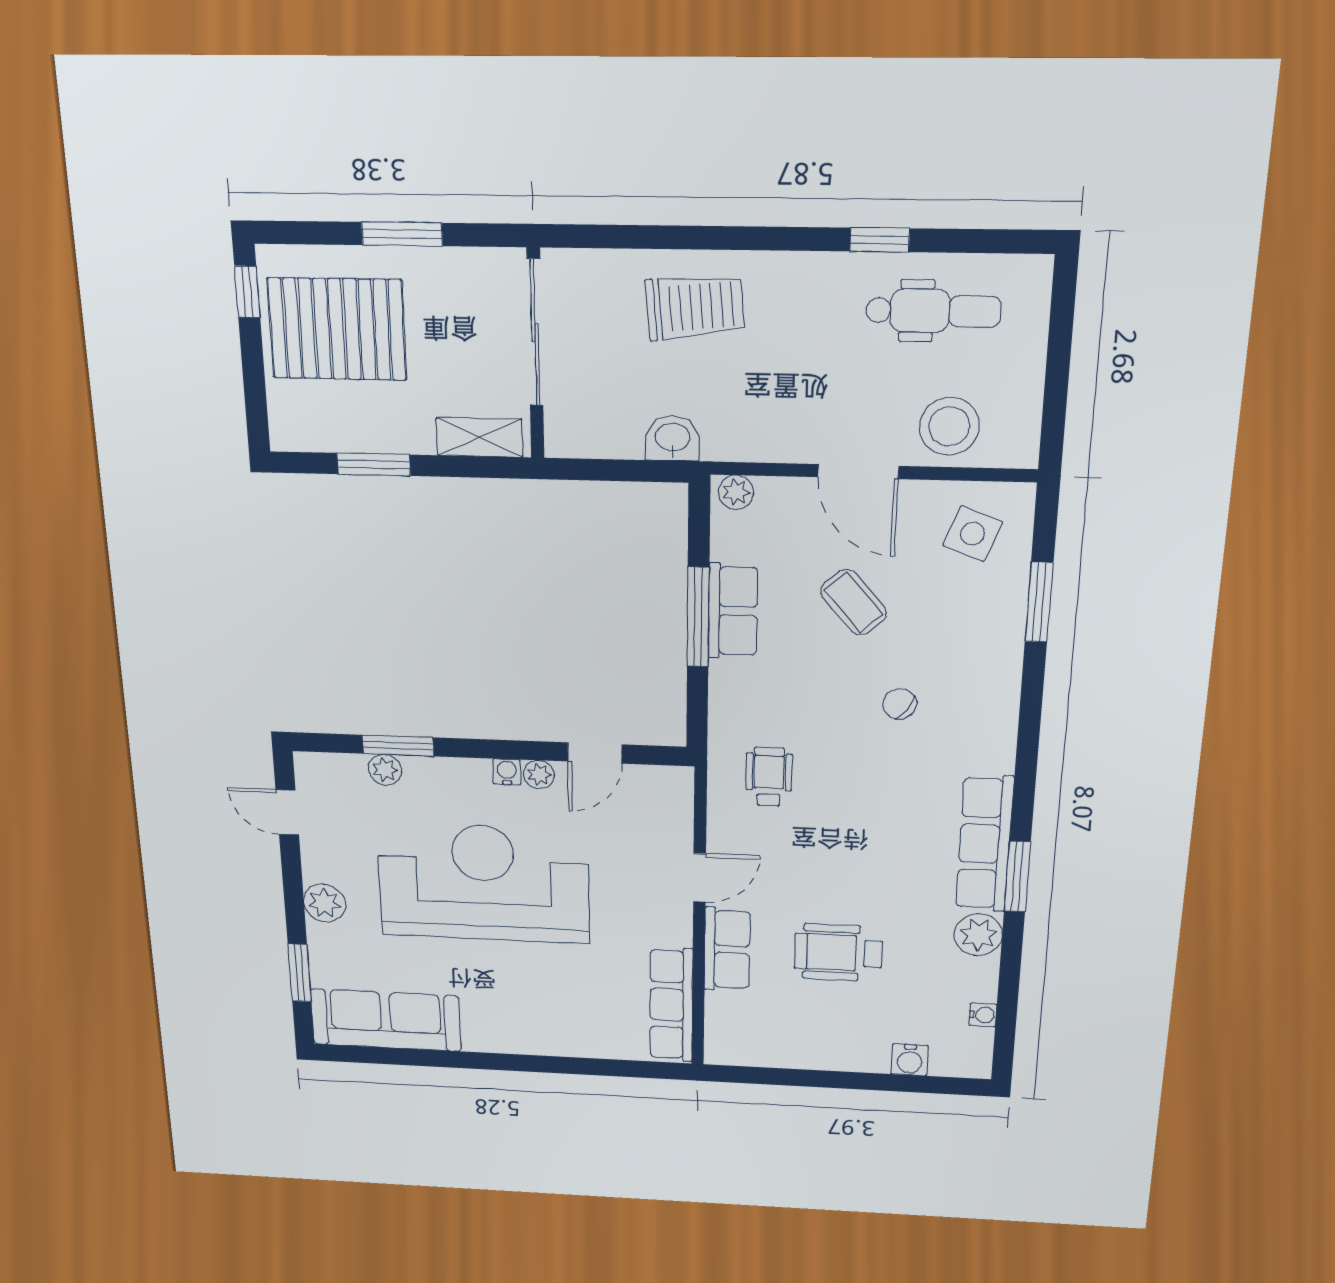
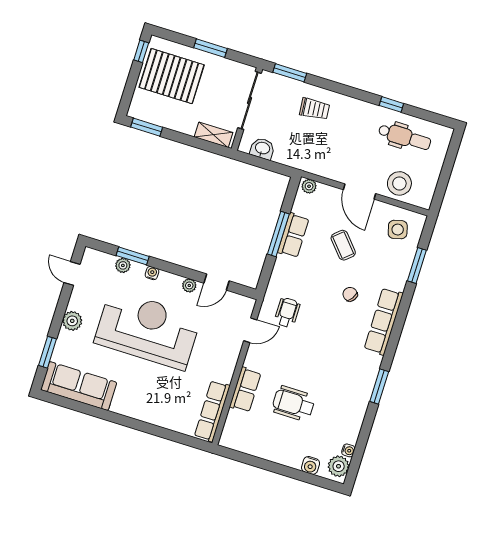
window: (608, 237) -> (290, 73), added
trolley: (695, 307) -> (315, 109), width x0.73, depth x0.72
washbasin: (673, 438) -> (262, 149), moved
window: (374, 464) -> (147, 127), moved
side table: (973, 534) -> (398, 230), turned -36
water cooler: (507, 772) -> (152, 273), moved
row of seats: (985, 844) -> (384, 321), moved
door: (700, 878) -> (250, 330), moved
plant: (978, 935) -> (339, 466), moved

